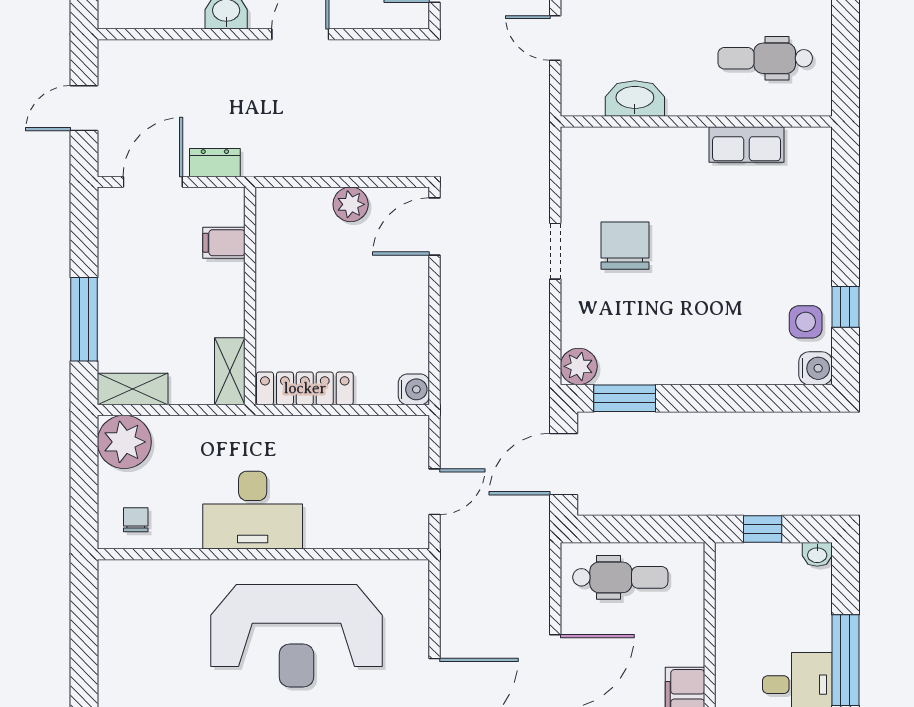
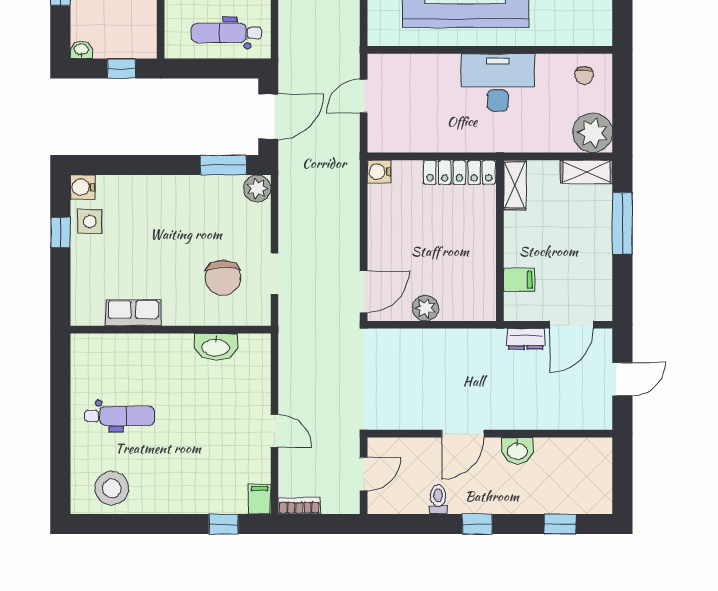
washbasin: (635, 98) -> (216, 347), moved
wall: (696, 121) -> (171, 330), moved
row of seats: (746, 144) -> (133, 313), moved

